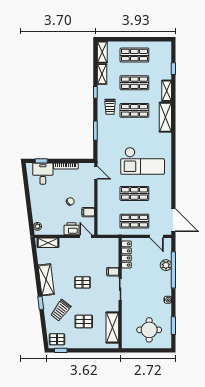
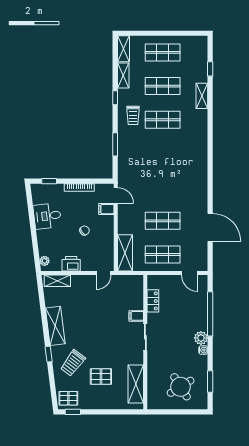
shelving: (165, 117) -> (125, 253), moved
checkout: (143, 161) -> (172, 181), removed
desk: (43, 174) -> (47, 216), moved, turned -97
filing cabinet: (88, 212) -> (106, 209), moved
door: (173, 220) -> (210, 227), moved
printer: (72, 229) -> (71, 264), moved
door: (86, 236) -> (103, 273), swing flipped
locker: (126, 254) -> (153, 301), width x0.66
plant: (166, 265) -> (201, 338), moved
pallet: (83, 282) -> (99, 329), removed
round table: (149, 330) -> (181, 387), turned -32

